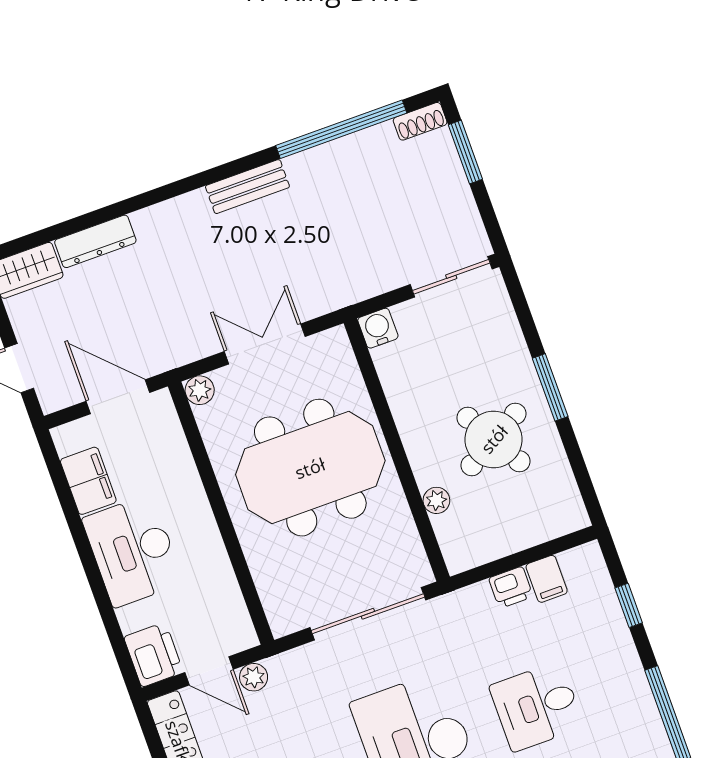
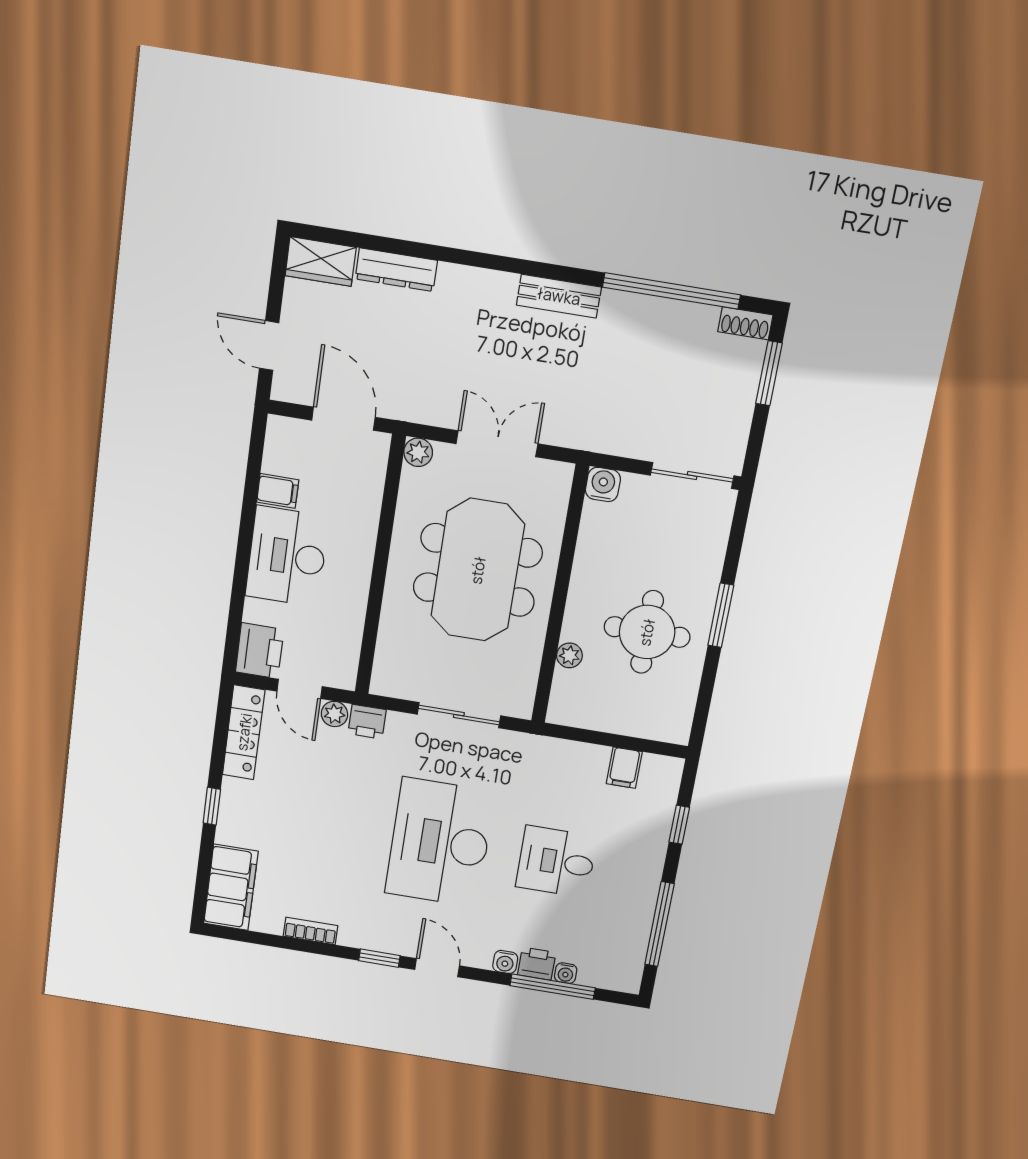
round table: (494, 439) -> (647, 632), turned 30
meeting table: (310, 468) -> (478, 570), turned 90
filing cabinet: (88, 481) -> (278, 491), width x0.50
printer: (511, 587) -> (367, 722), moved
sliding door: (368, 614) -> (459, 715), width x0.73

